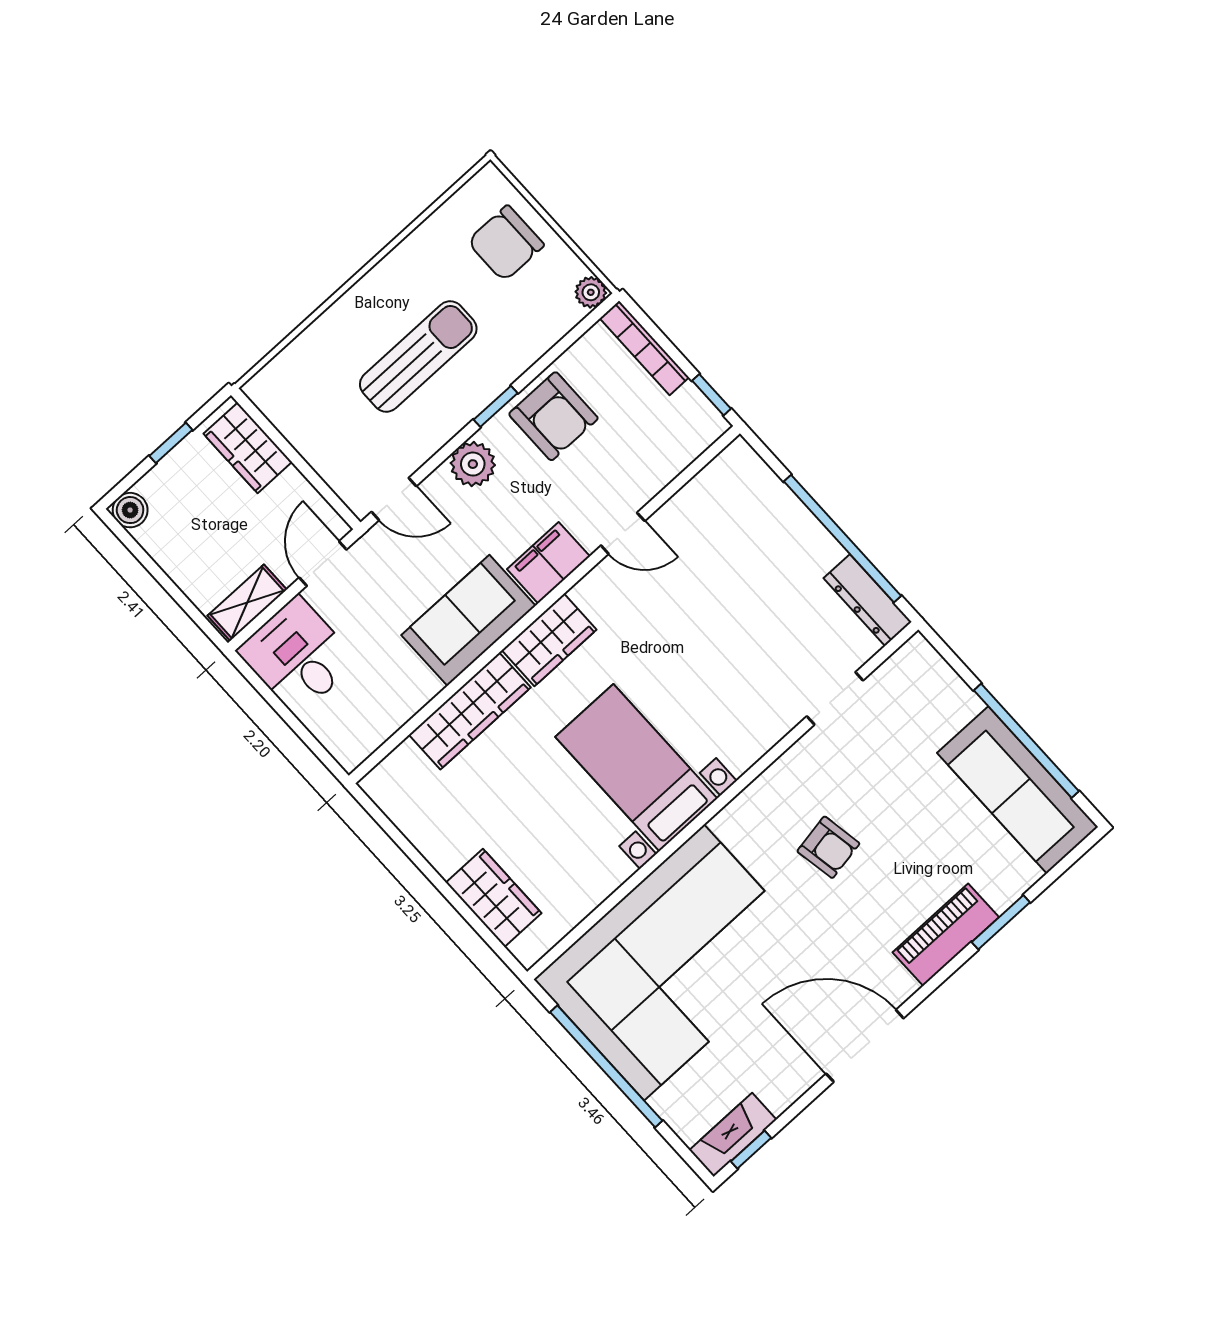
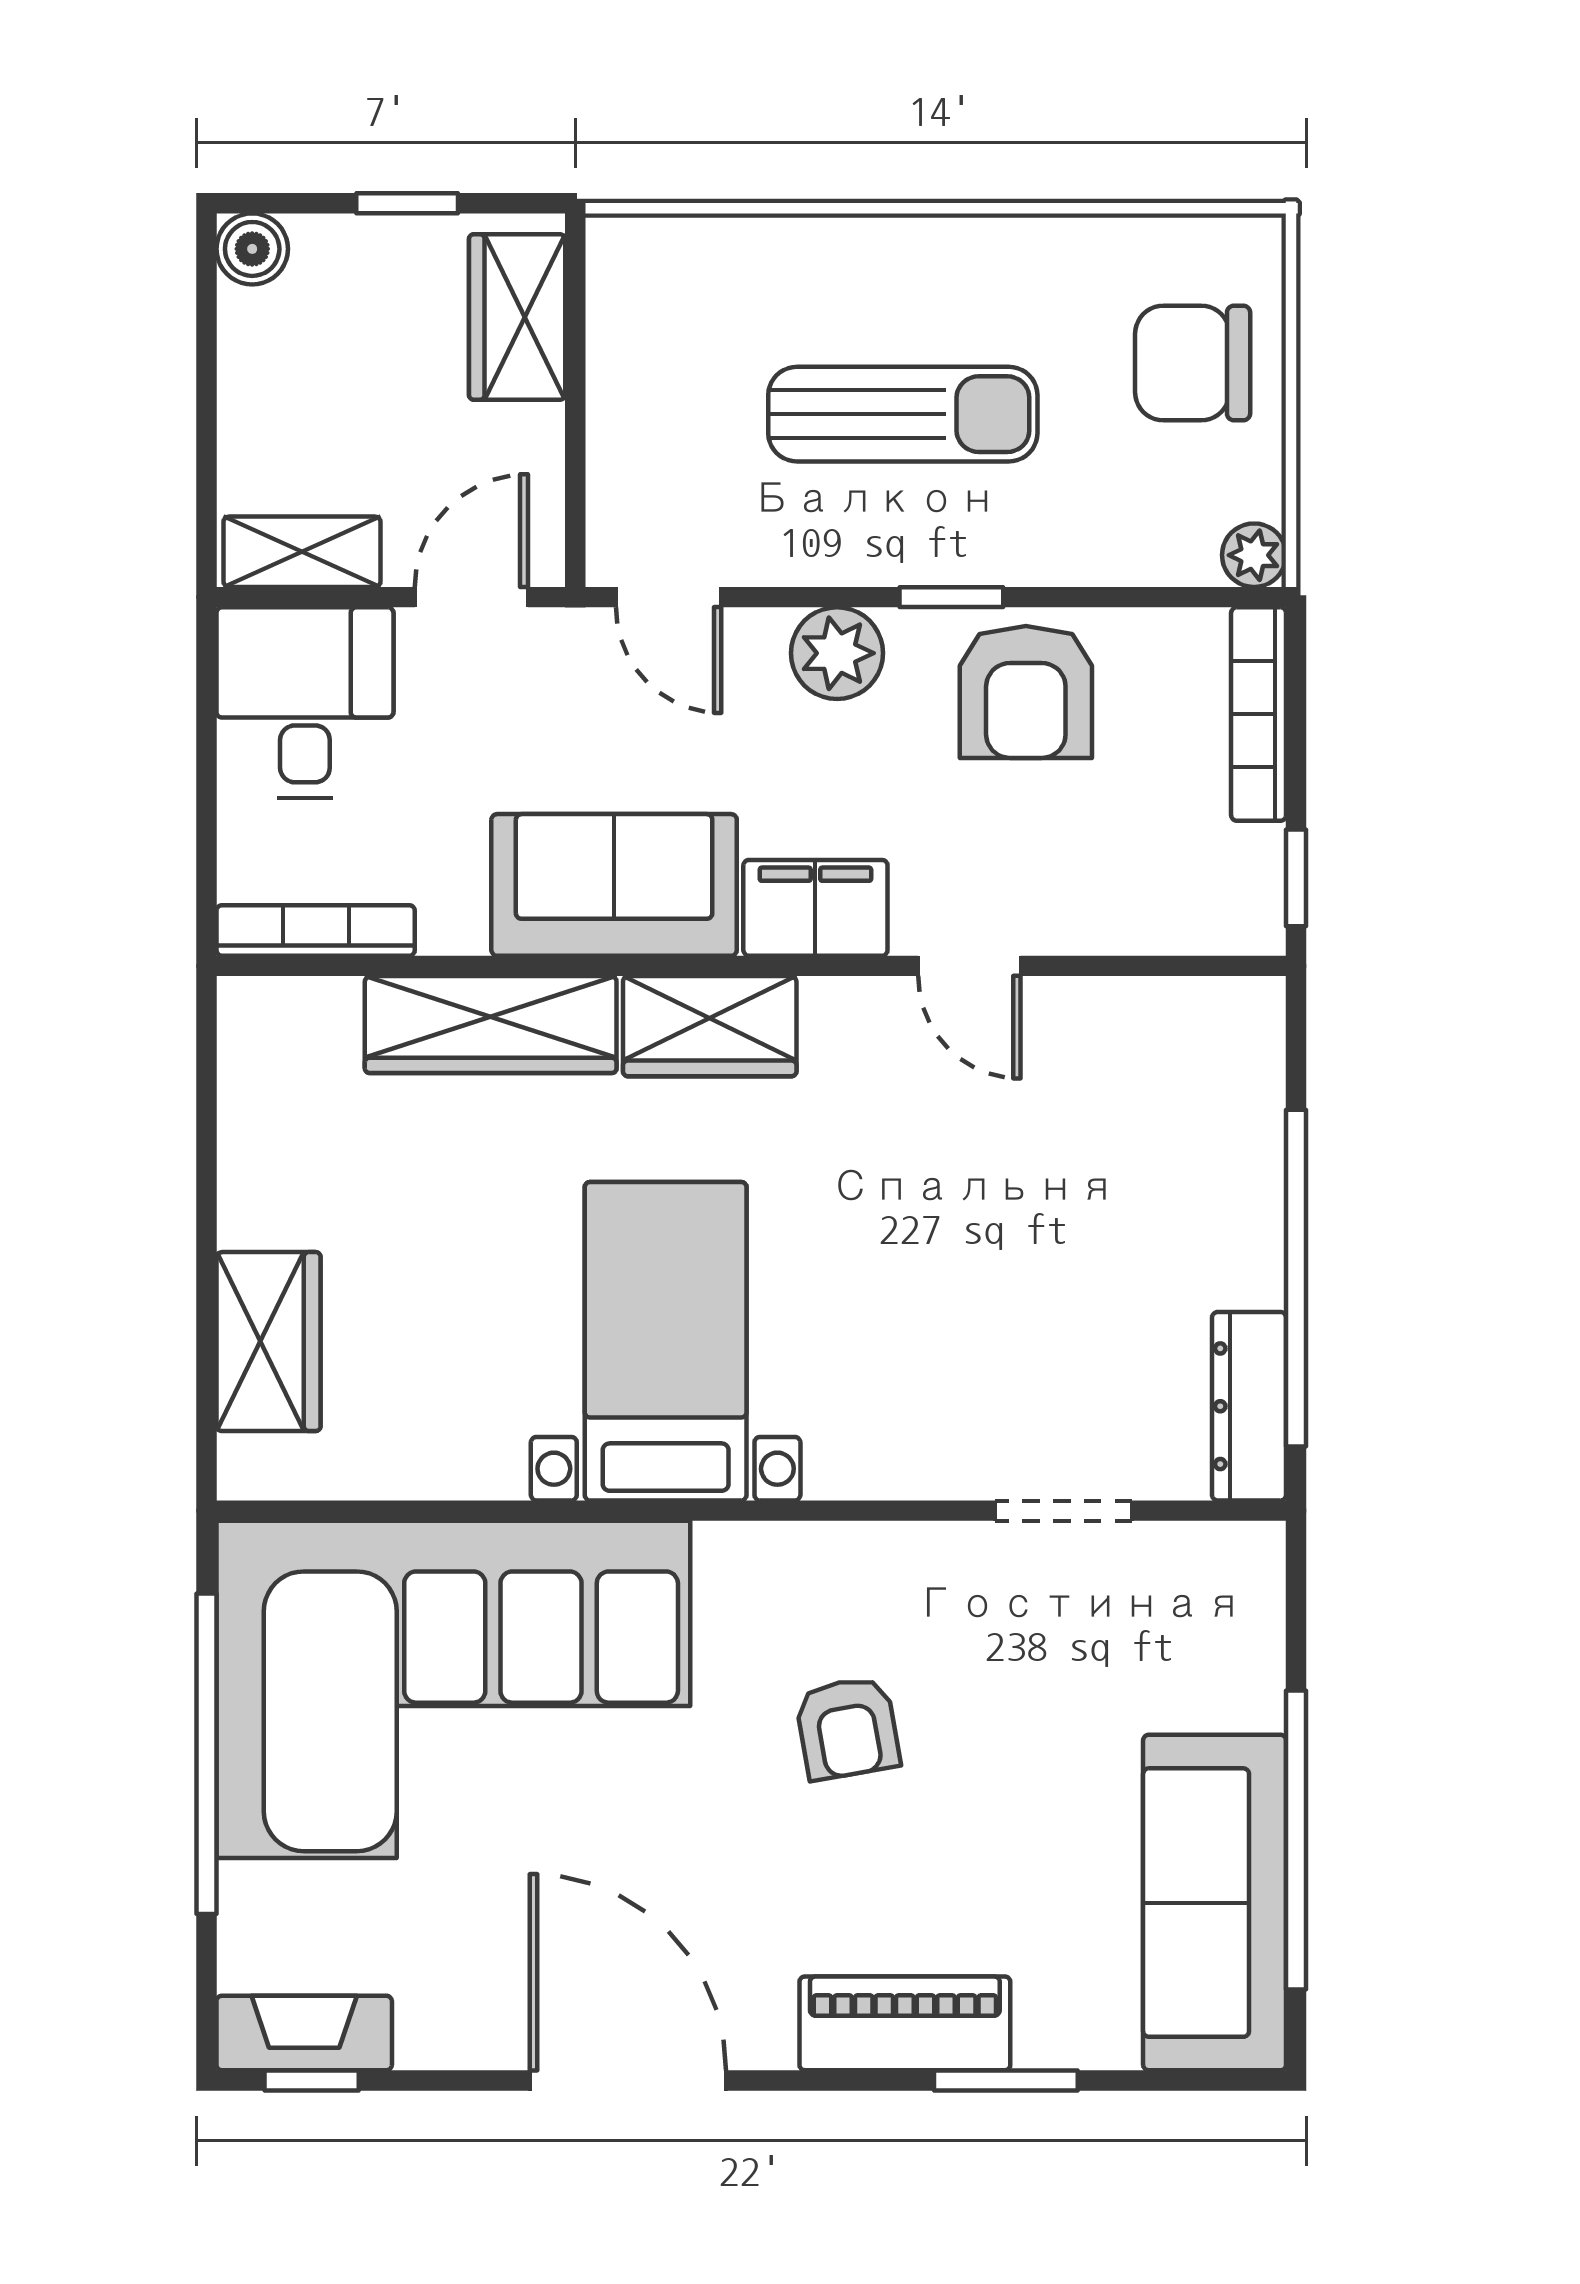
bookcase: (376, 734) -> (316, 930), added

